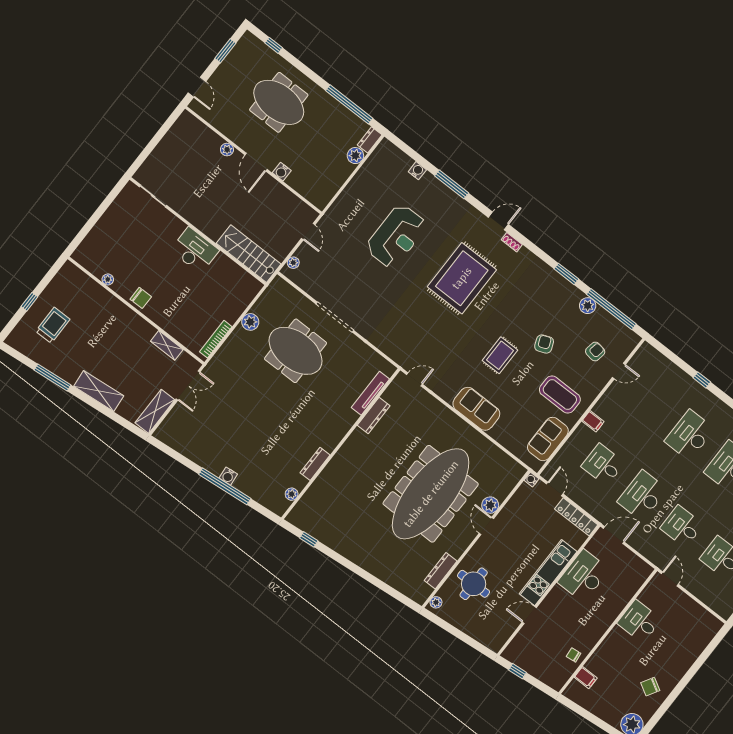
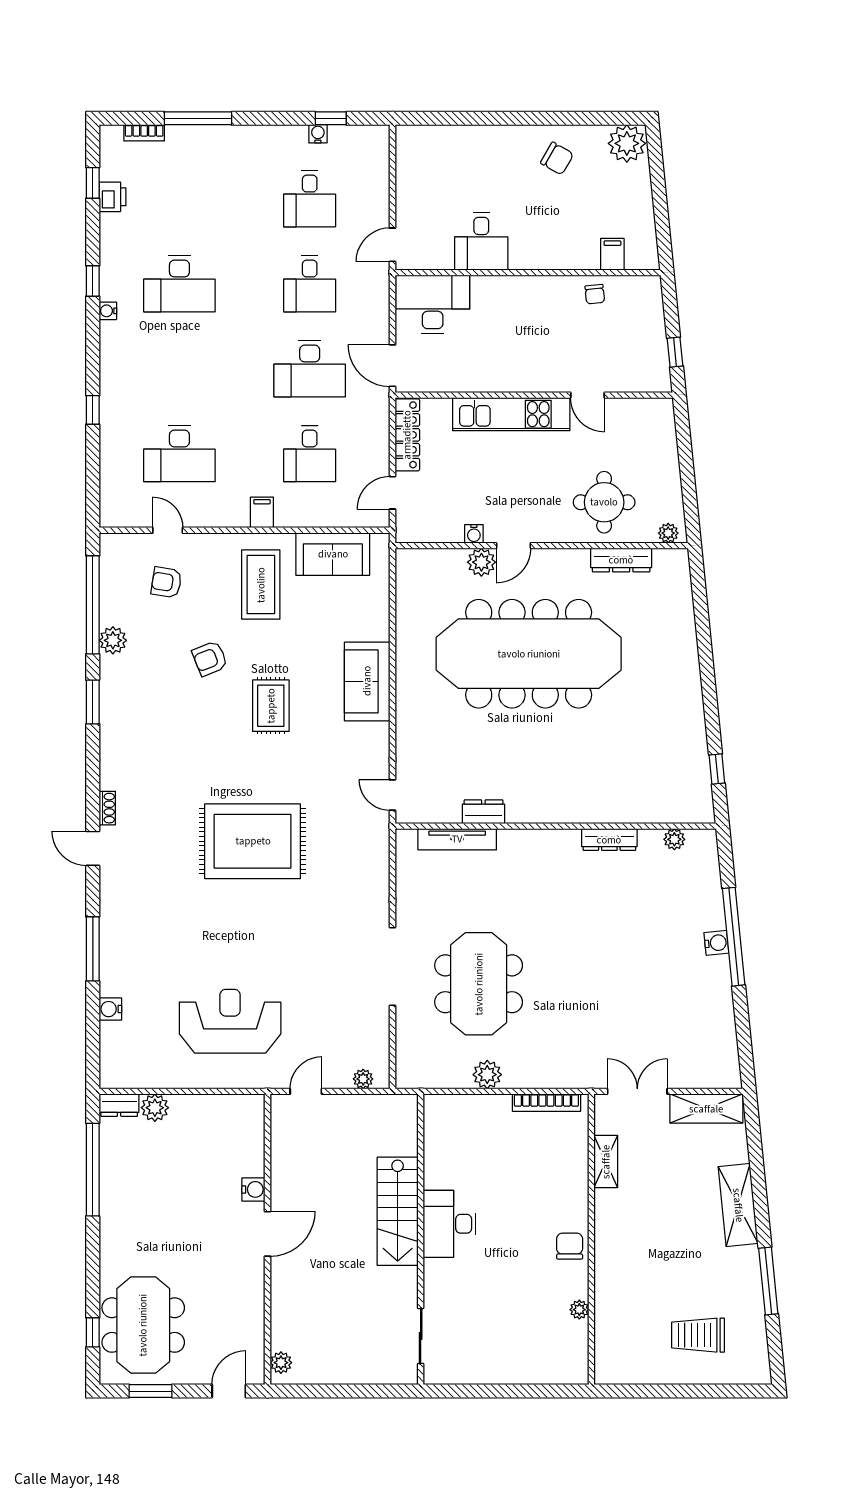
meeting table: (279, 102) -> (143, 1325), moved
plant: (227, 150) -> (281, 1363), moved
reception desk: (396, 236) -> (230, 1021), moved
stairs: (249, 254) -> (398, 1211), moved
rug: (462, 278) -> (253, 841), moved
window: (29, 302) -> (691, 1391), removed
rug: (500, 355) -> (271, 706), turned 90
dresser: (374, 415) -> (483, 812), width x0.70
desk: (690, 435) -> (179, 454), moved
water cooler: (531, 480) -> (474, 534), moved
desk: (584, 576) -> (433, 304), moved, turned 180

